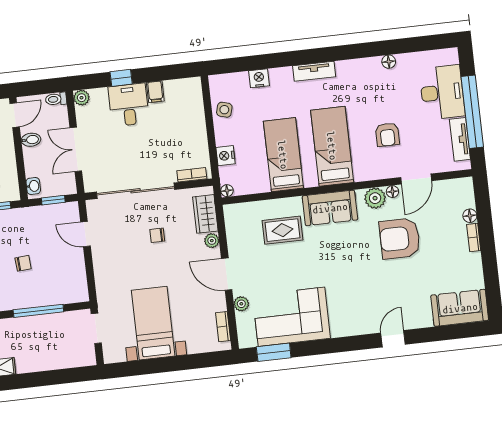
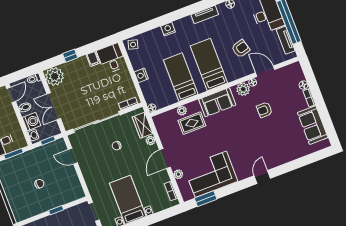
tv unit: (314, 71) -> (205, 15), moved
nightstand: (259, 78) -> (168, 29), moved
plant: (82, 98) -> (55, 76), width x1.88, depth x1.88
desk: (129, 105) -> (112, 58), moved
side table: (224, 110) -> (133, 44), moved
armchair: (387, 135) -> (241, 49), turned -106
nightstand: (226, 156) -> (141, 75), moved
washing machine: (36, 164) -> (32, 122), added
door: (416, 179) -> (265, 71), swing flipped
plant: (272, 207) -> (182, 111), added
armchair: (400, 238) -> (264, 110), width x0.53, depth x0.53
door: (227, 274) -> (165, 158), hinge flipped
sofa: (460, 308) -> (313, 125), moved, turned -90
window: (38, 311) -> (56, 210), width x0.46
door: (393, 339) -> (262, 177), moved

